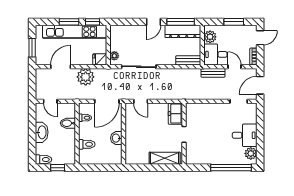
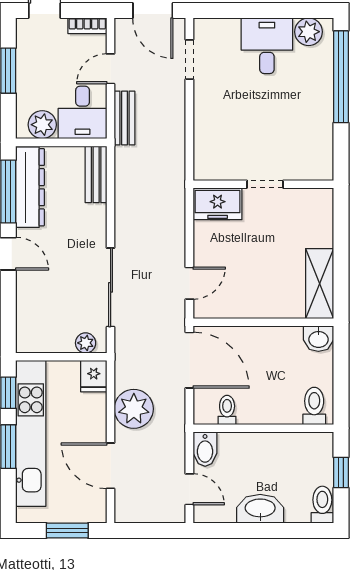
door: (50, 101) -> (189, 489), hinge flipped
bidet: (68, 123) -> (205, 449), moved
washbasin: (116, 138) -> (318, 339), moved
toilet: (87, 144) -> (314, 406), moved
shelving: (165, 158) -> (320, 284), moved

